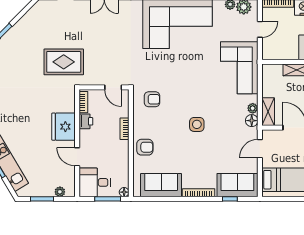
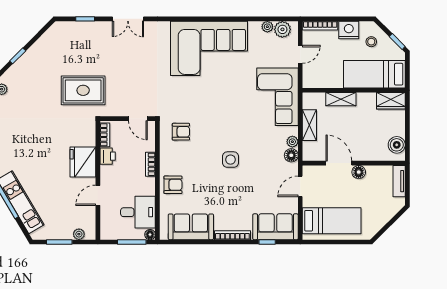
shelving: (268, 112) -> (309, 125), moved
door: (77, 157) -> (98, 195), hinge flipped
desk: (95, 182) -> (138, 212), moved, turned 180

